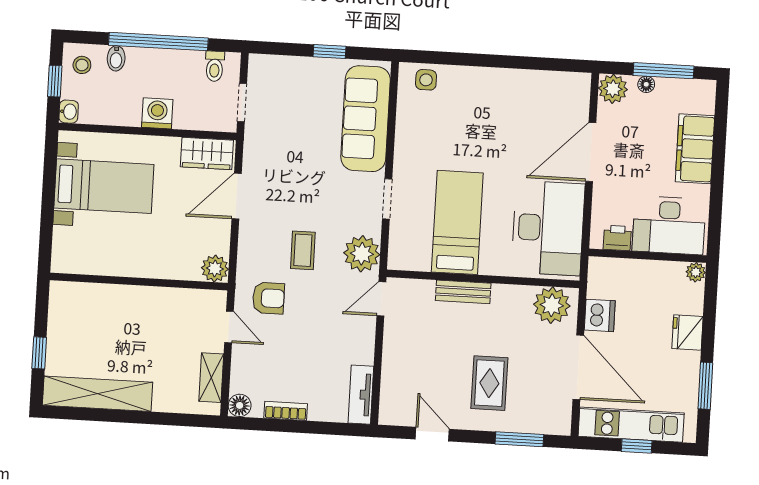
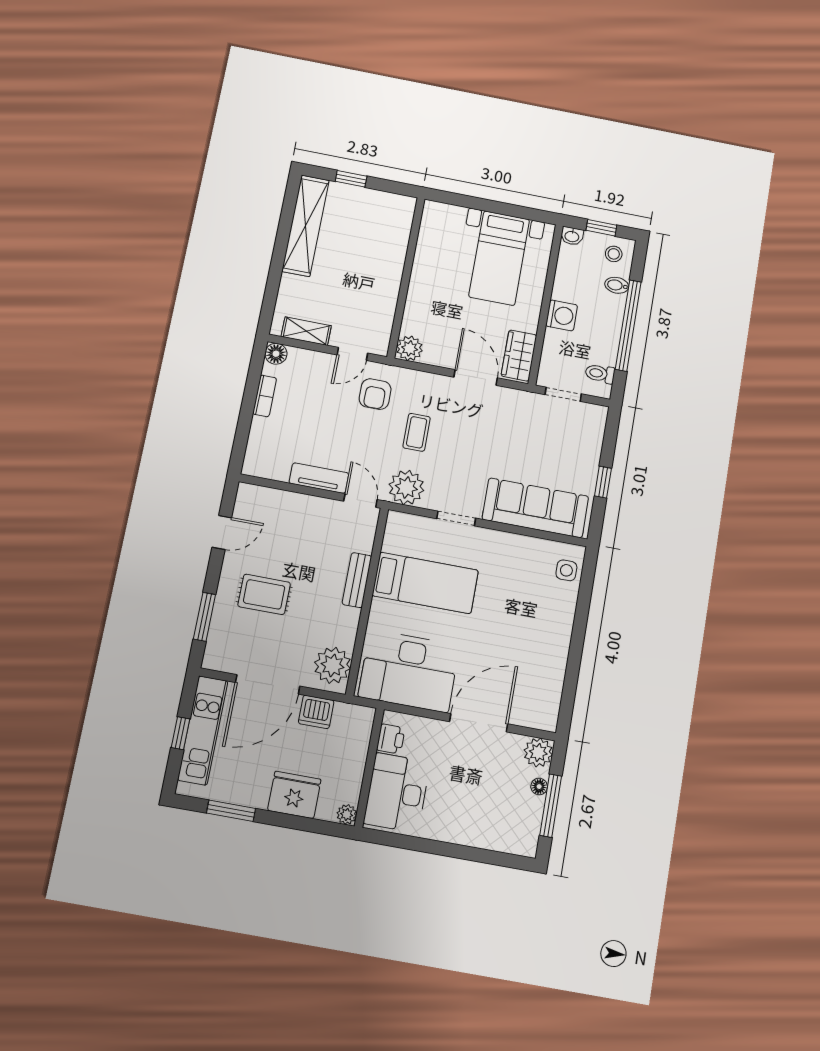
filing cabinet: (695, 149) -> (470, 828), removed
door: (591, 152) -> (479, 723), hinge flipped
coffee table: (303, 250) -> (417, 432), turned 90
fridge: (687, 333) -> (294, 795), width x1.36, depth x1.34
tv unit: (361, 395) -> (319, 478), moved

